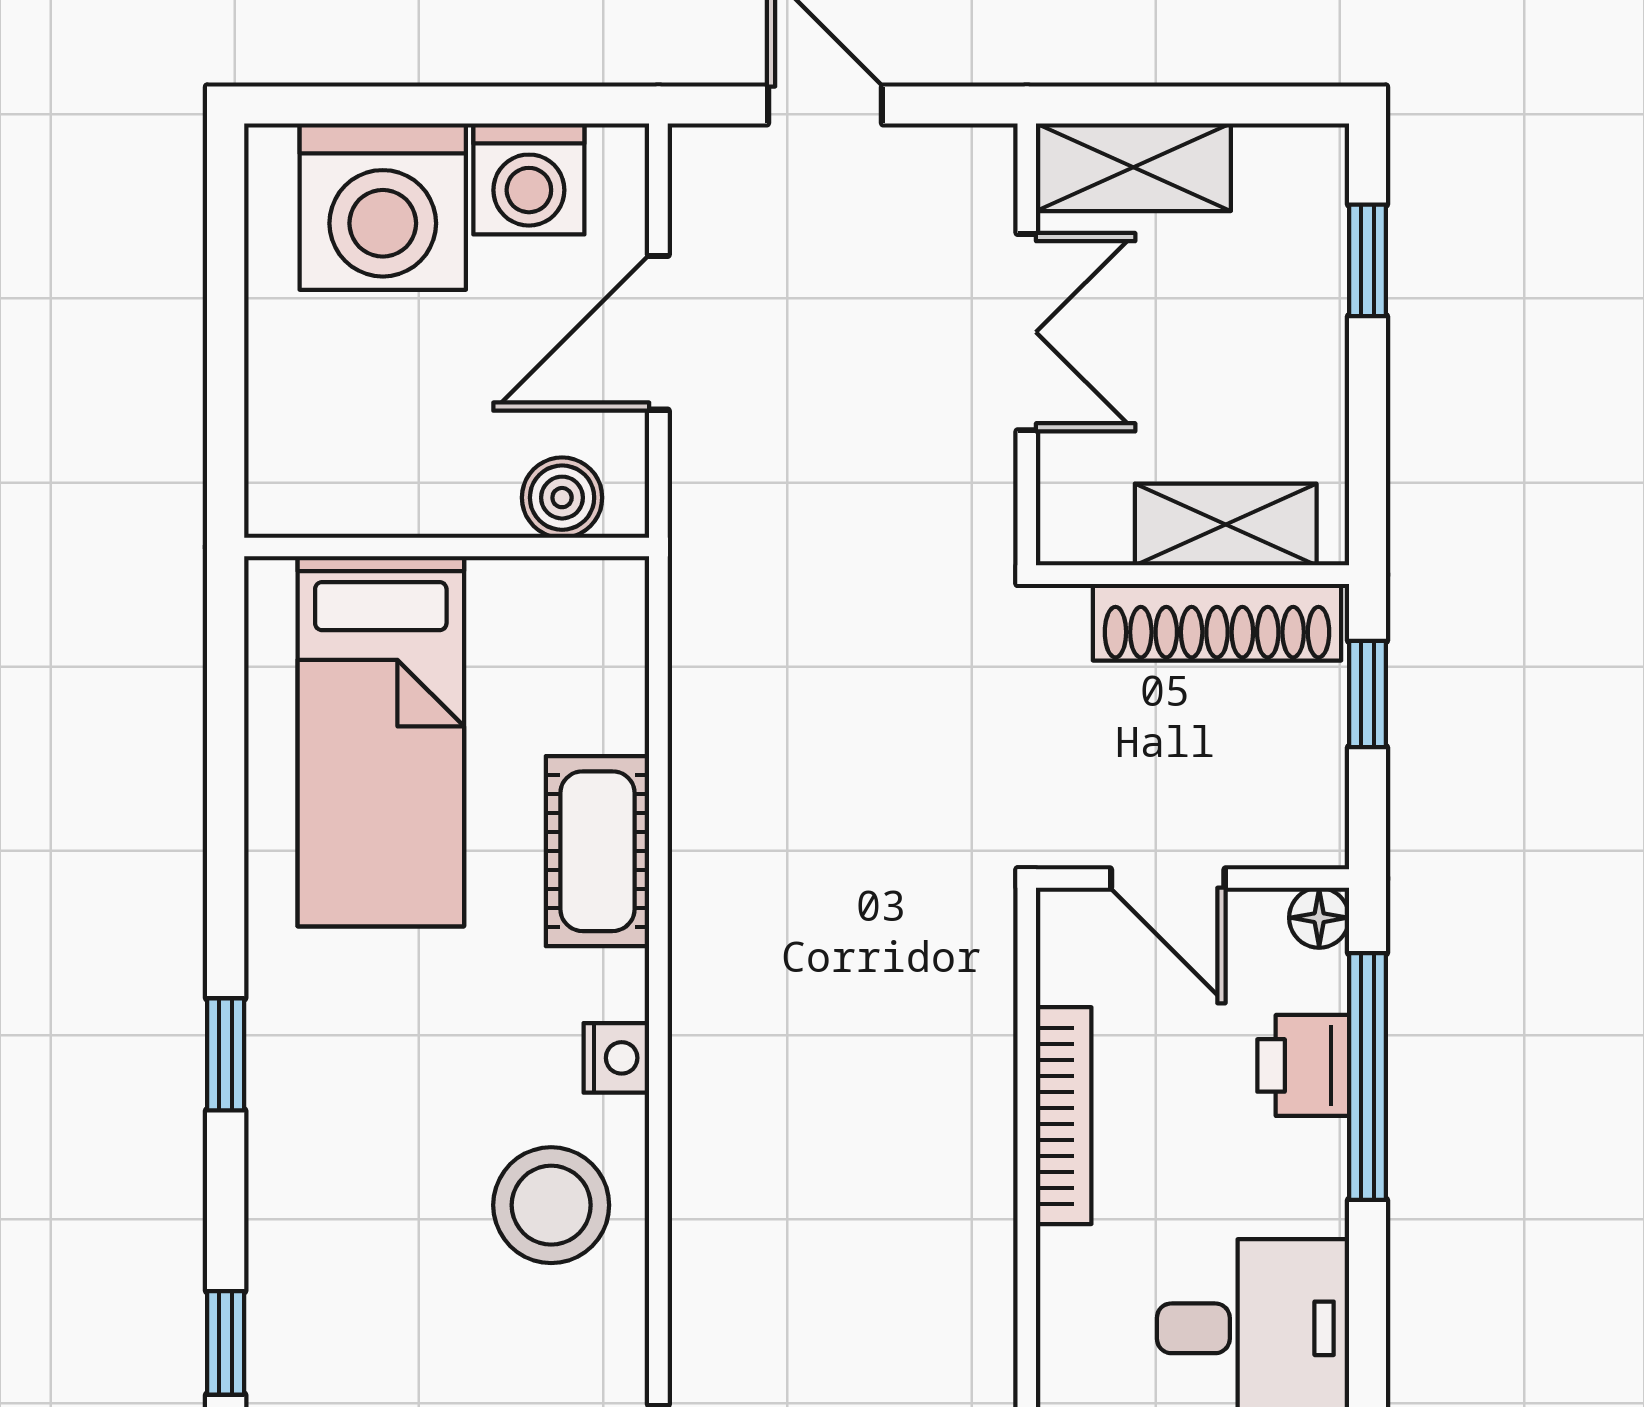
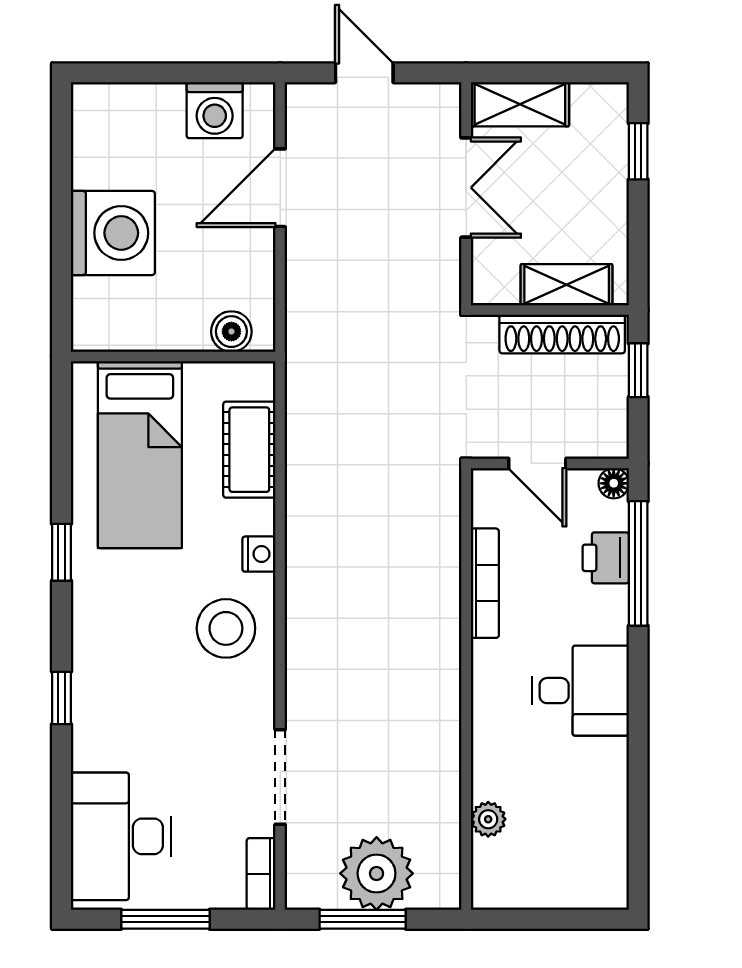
washing machine: (383, 207) -> (113, 233), moved, turned -90
boiler: (562, 498) -> (231, 332), moved
wall: (447, 547) -> (173, 357), moved
bed: (381, 741) -> (140, 455), moved

